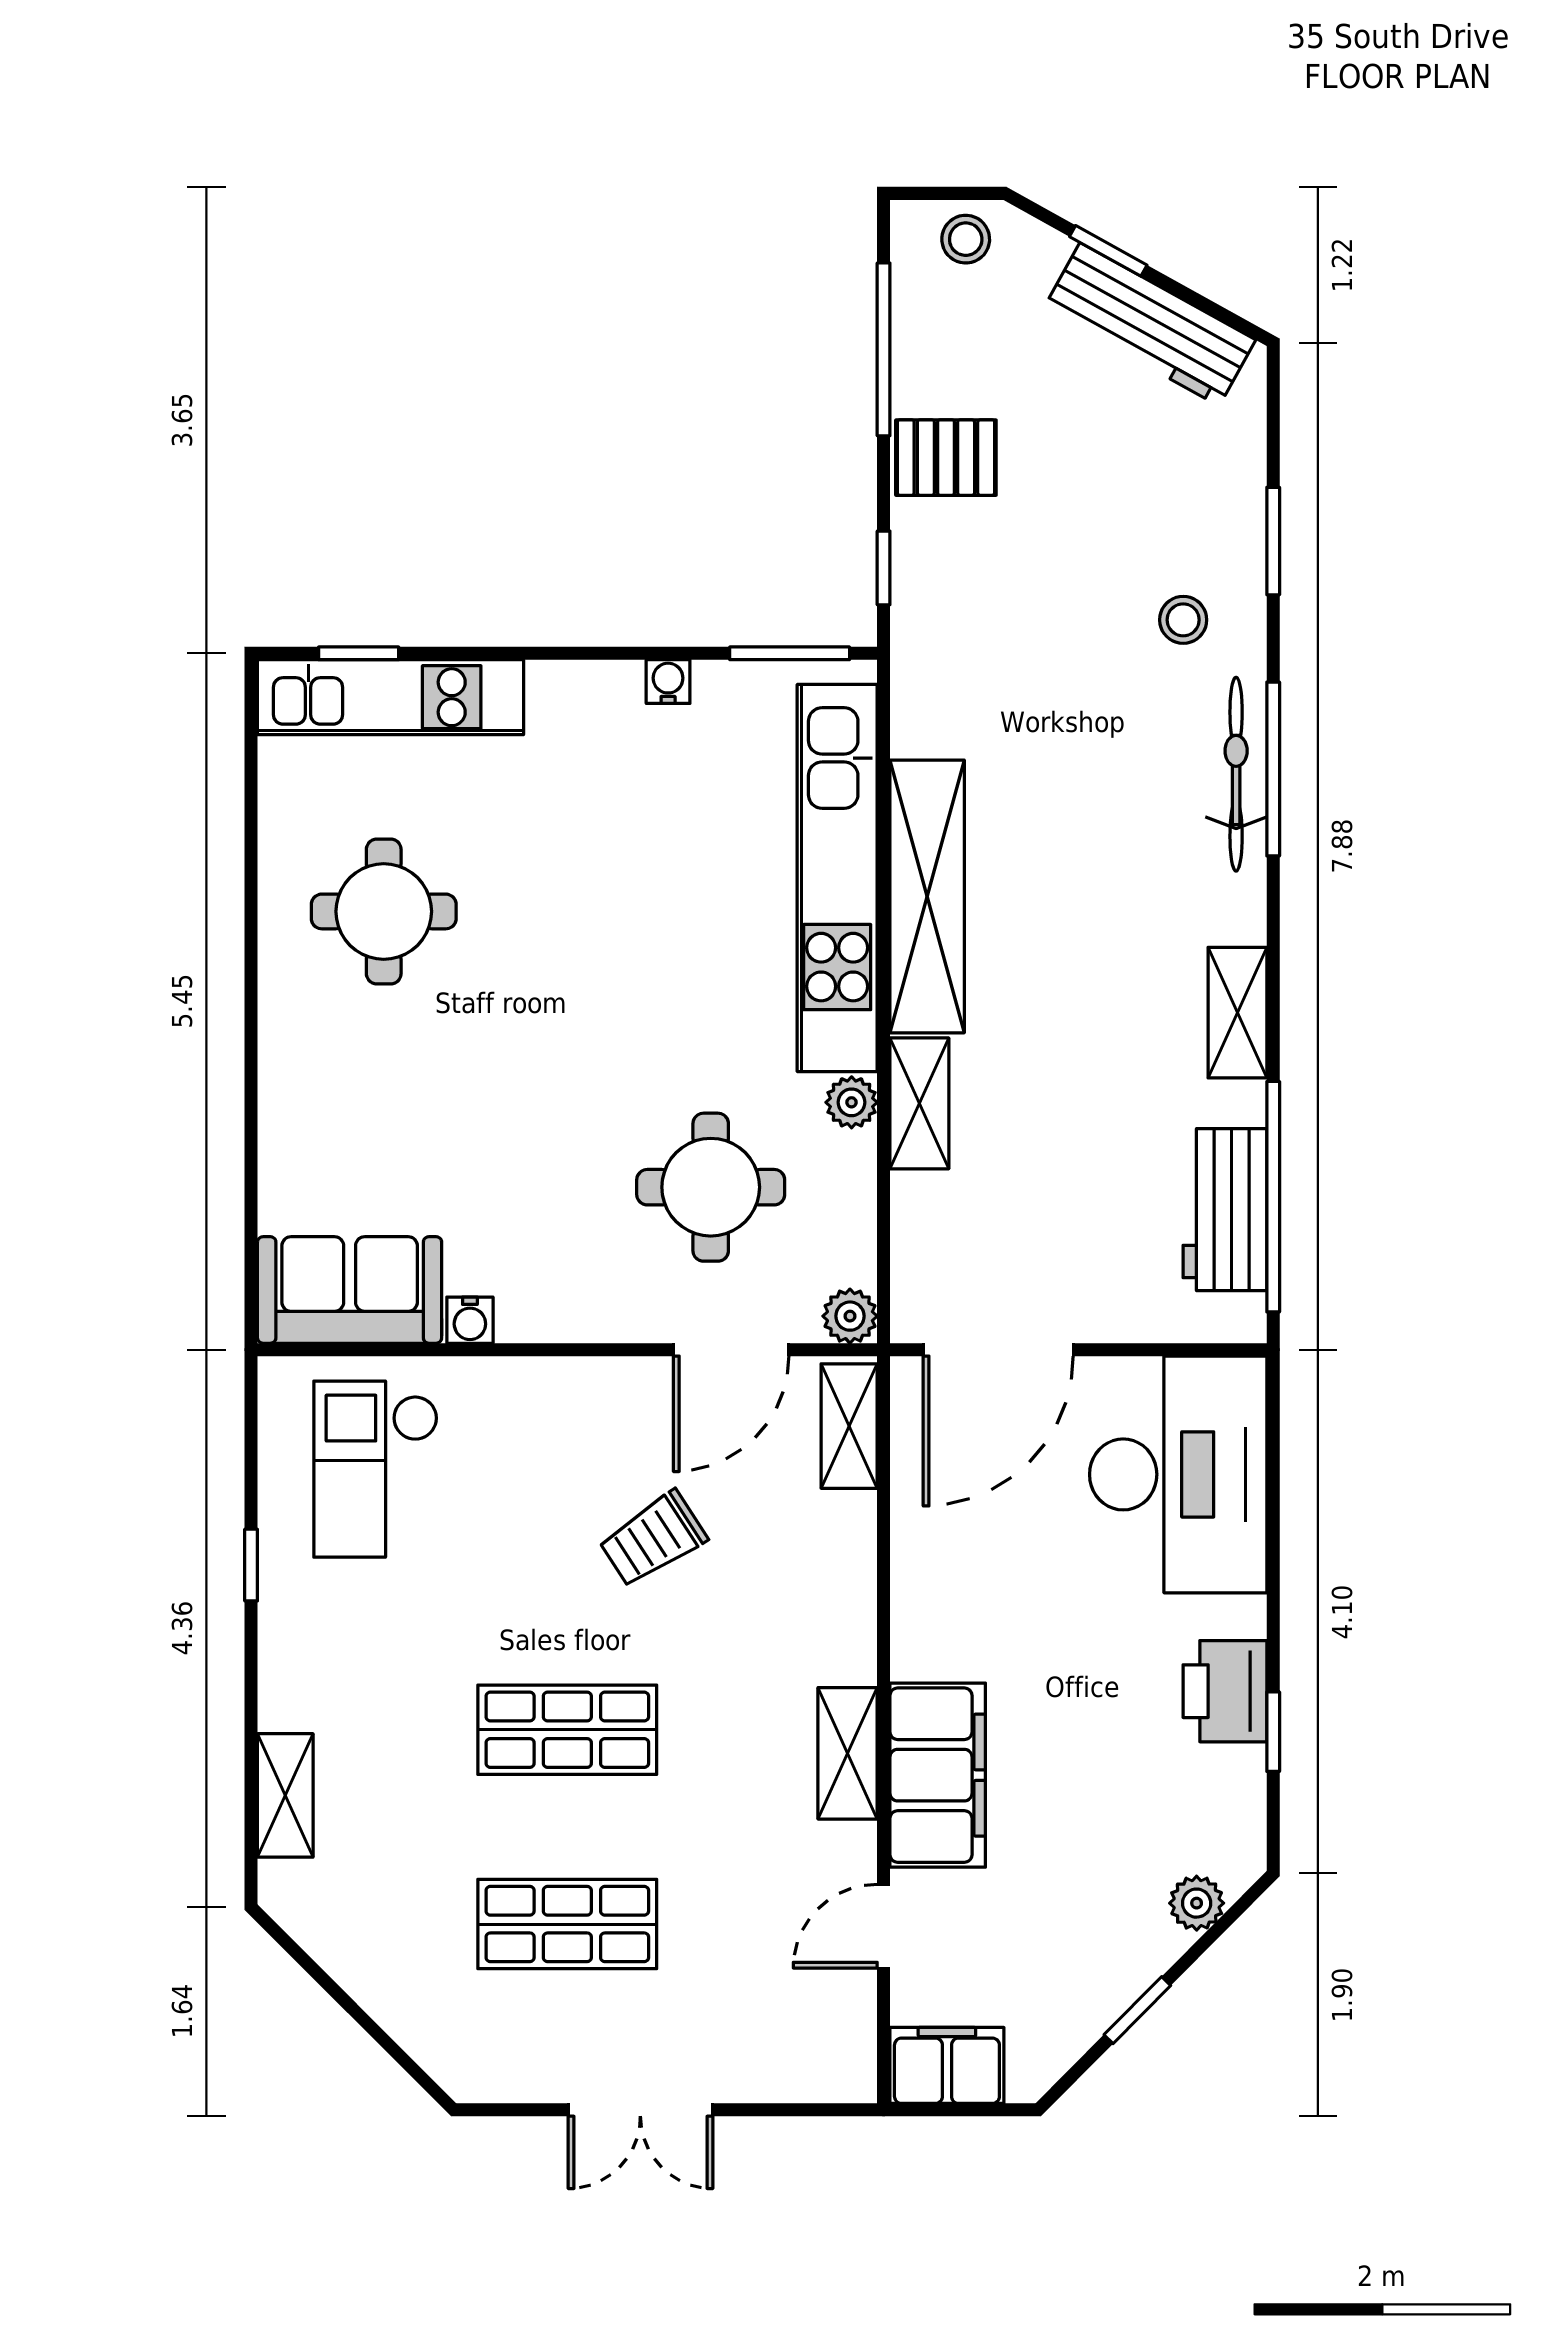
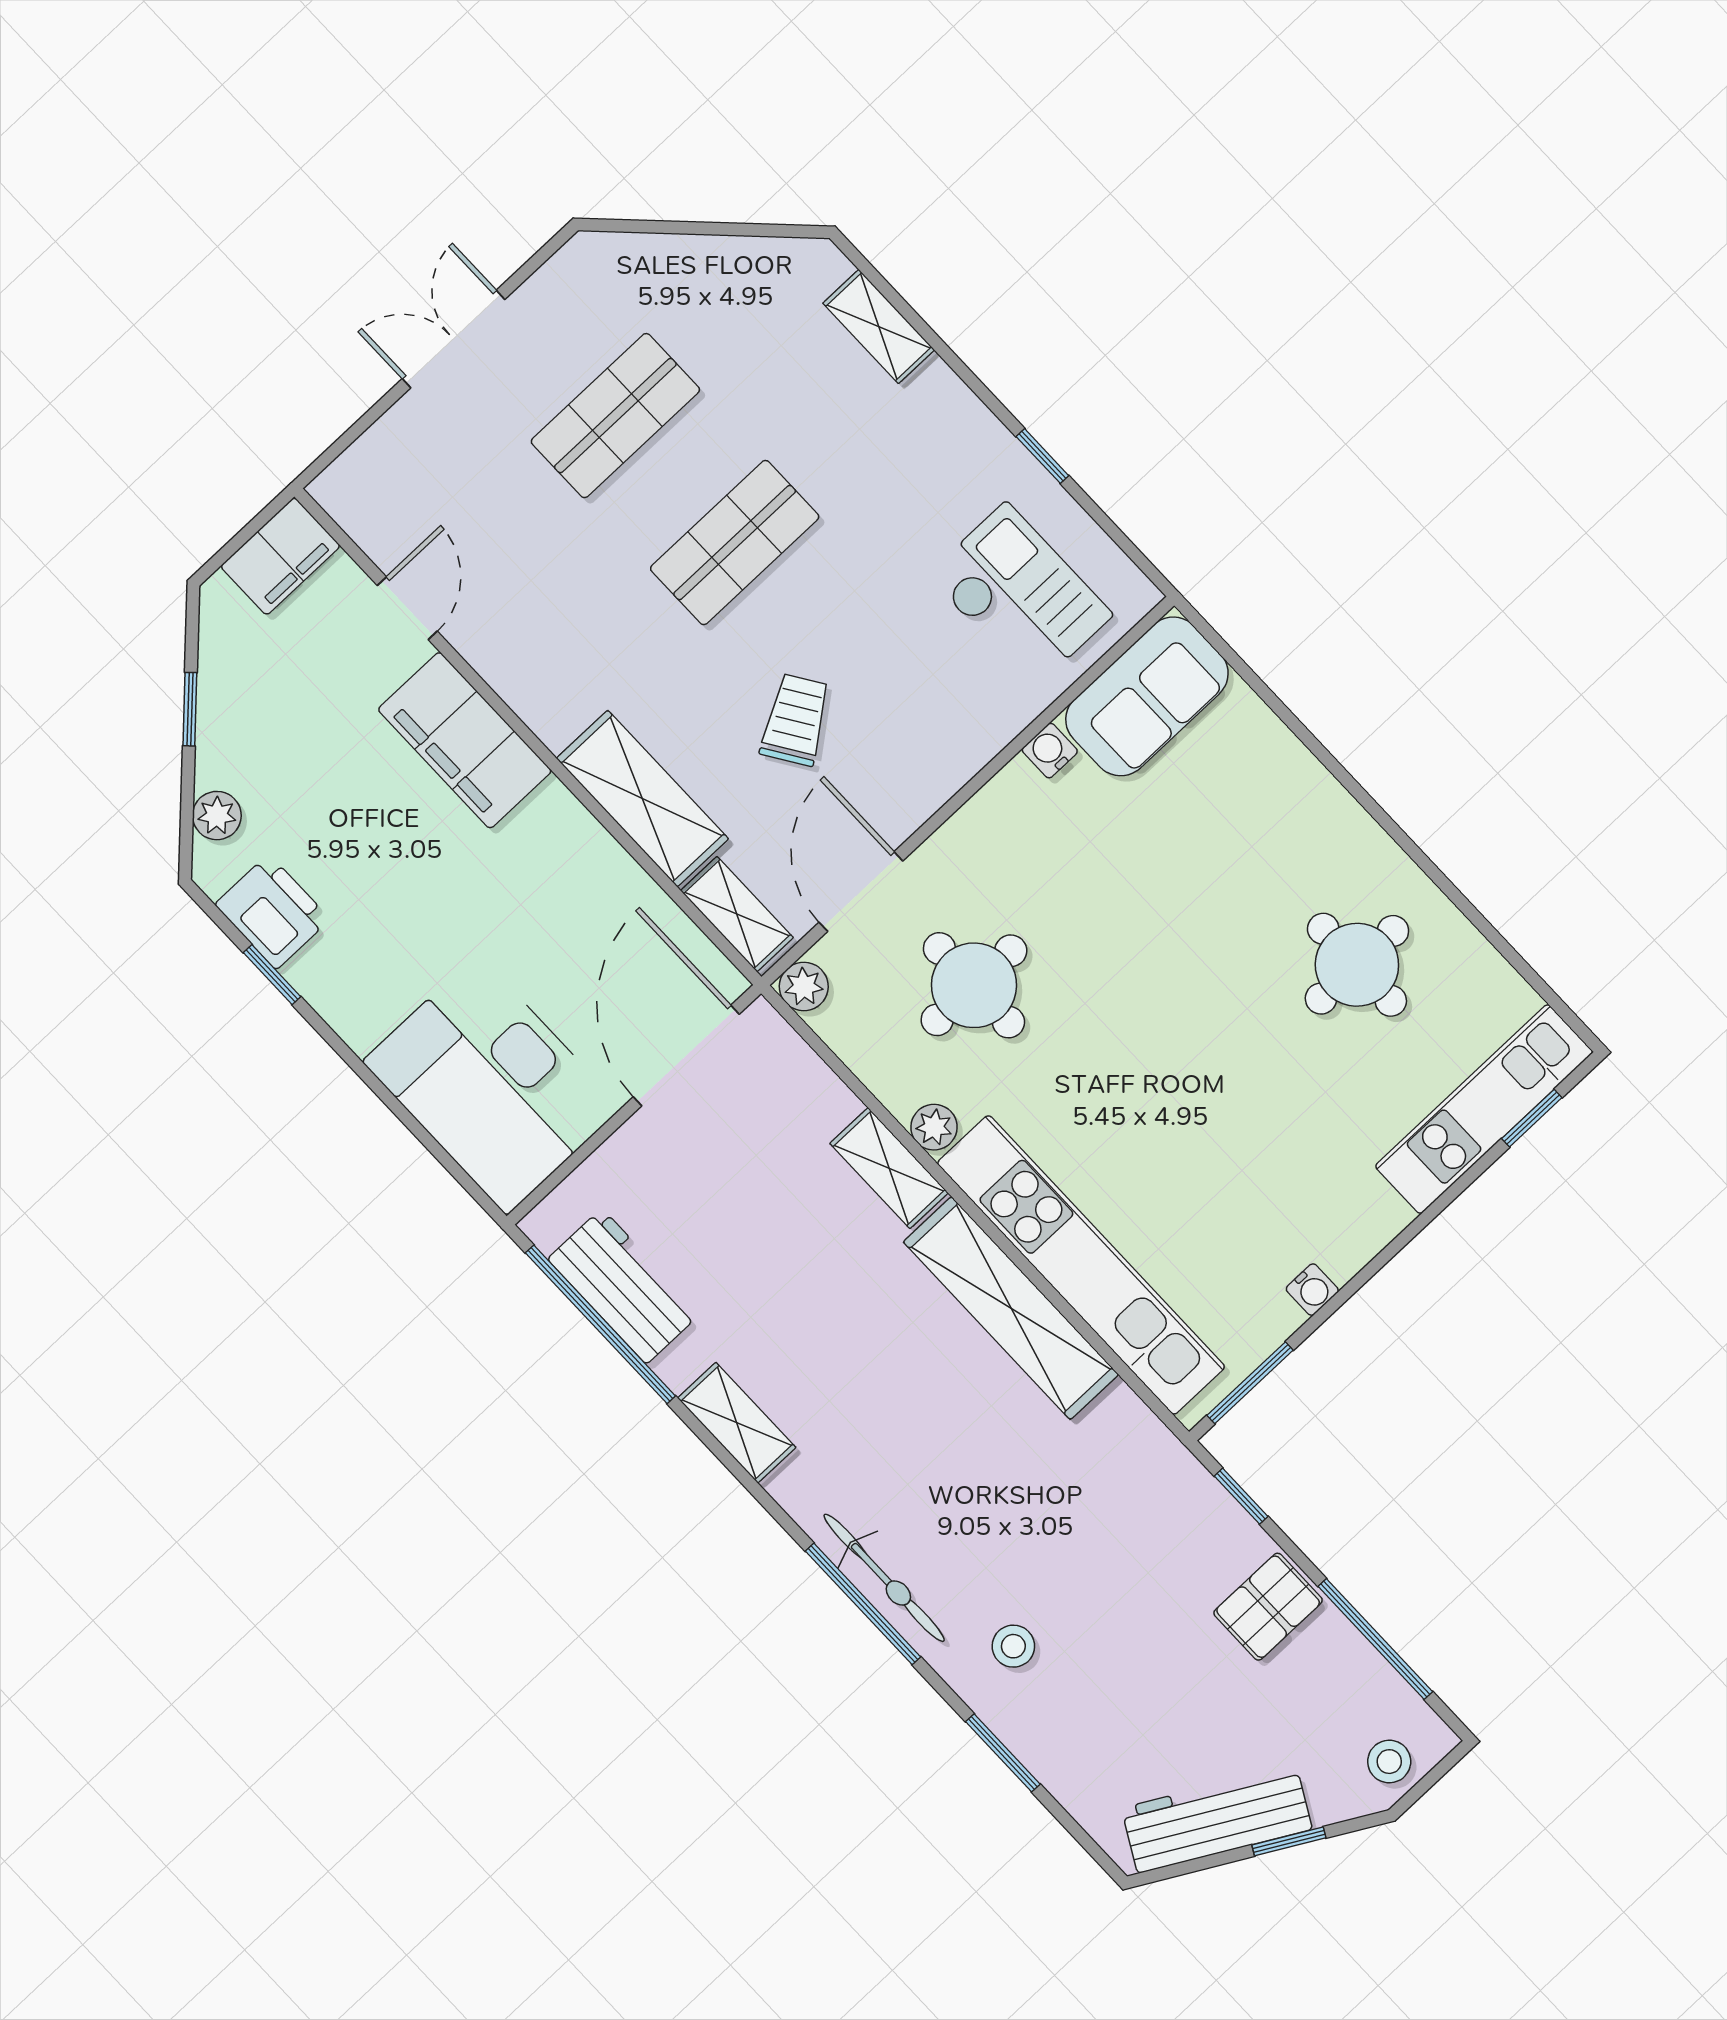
printer: (1225, 1691) -> (272, 912), moved
shelving: (848, 1753) -> (642, 799), moved, width x1.50, depth x1.33

